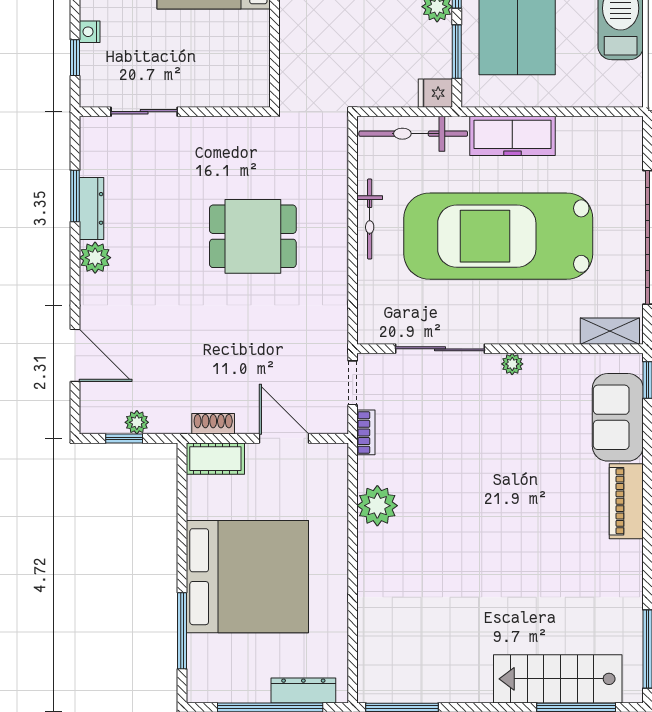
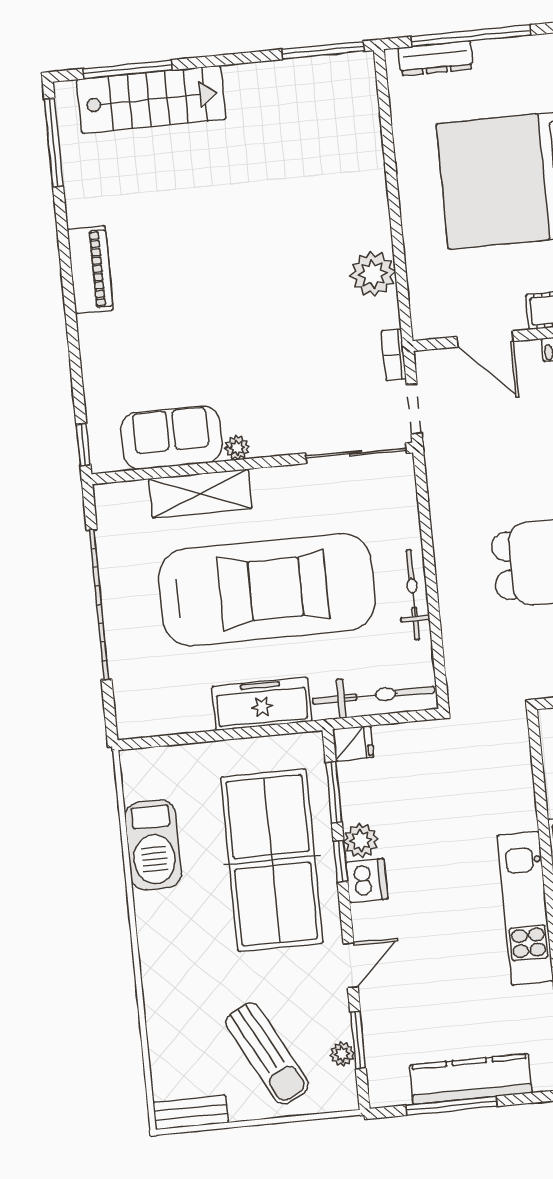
shelving: (610, 331) -> (200, 494), moved, width x1.50, depth x1.33
sliding door: (440, 349) -> (356, 453), moved
sofa: (618, 417) -> (171, 438), moved, turned -90
piano: (626, 501) -> (90, 270), moved

